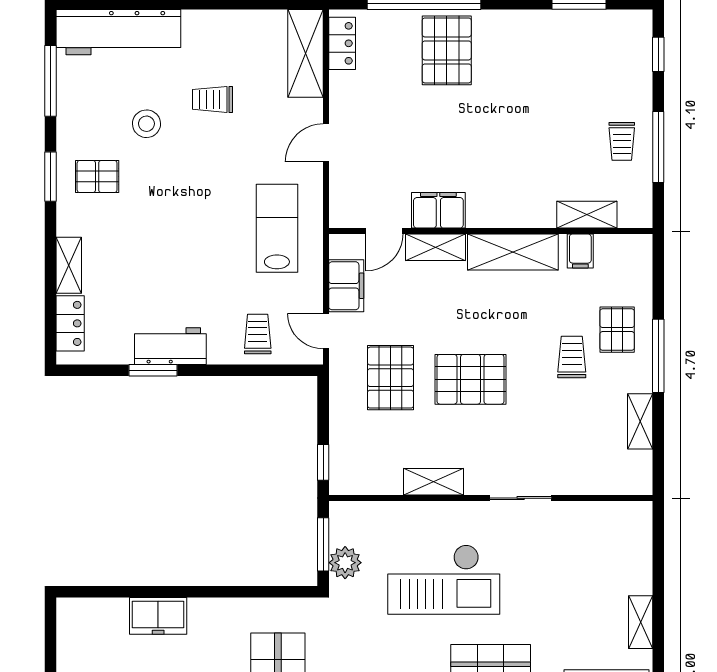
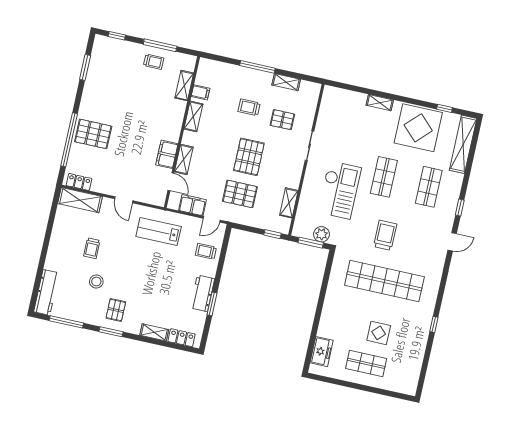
workbench: (118, 32) -> (46, 292), width x0.73, depth x0.76
shelving: (513, 252) -> (193, 116), width x0.67, depth x0.75
pallet: (617, 330) -> (282, 120), moved
shelving: (434, 482) -> (289, 203), moved
freezer: (158, 616) -> (322, 352), moved

